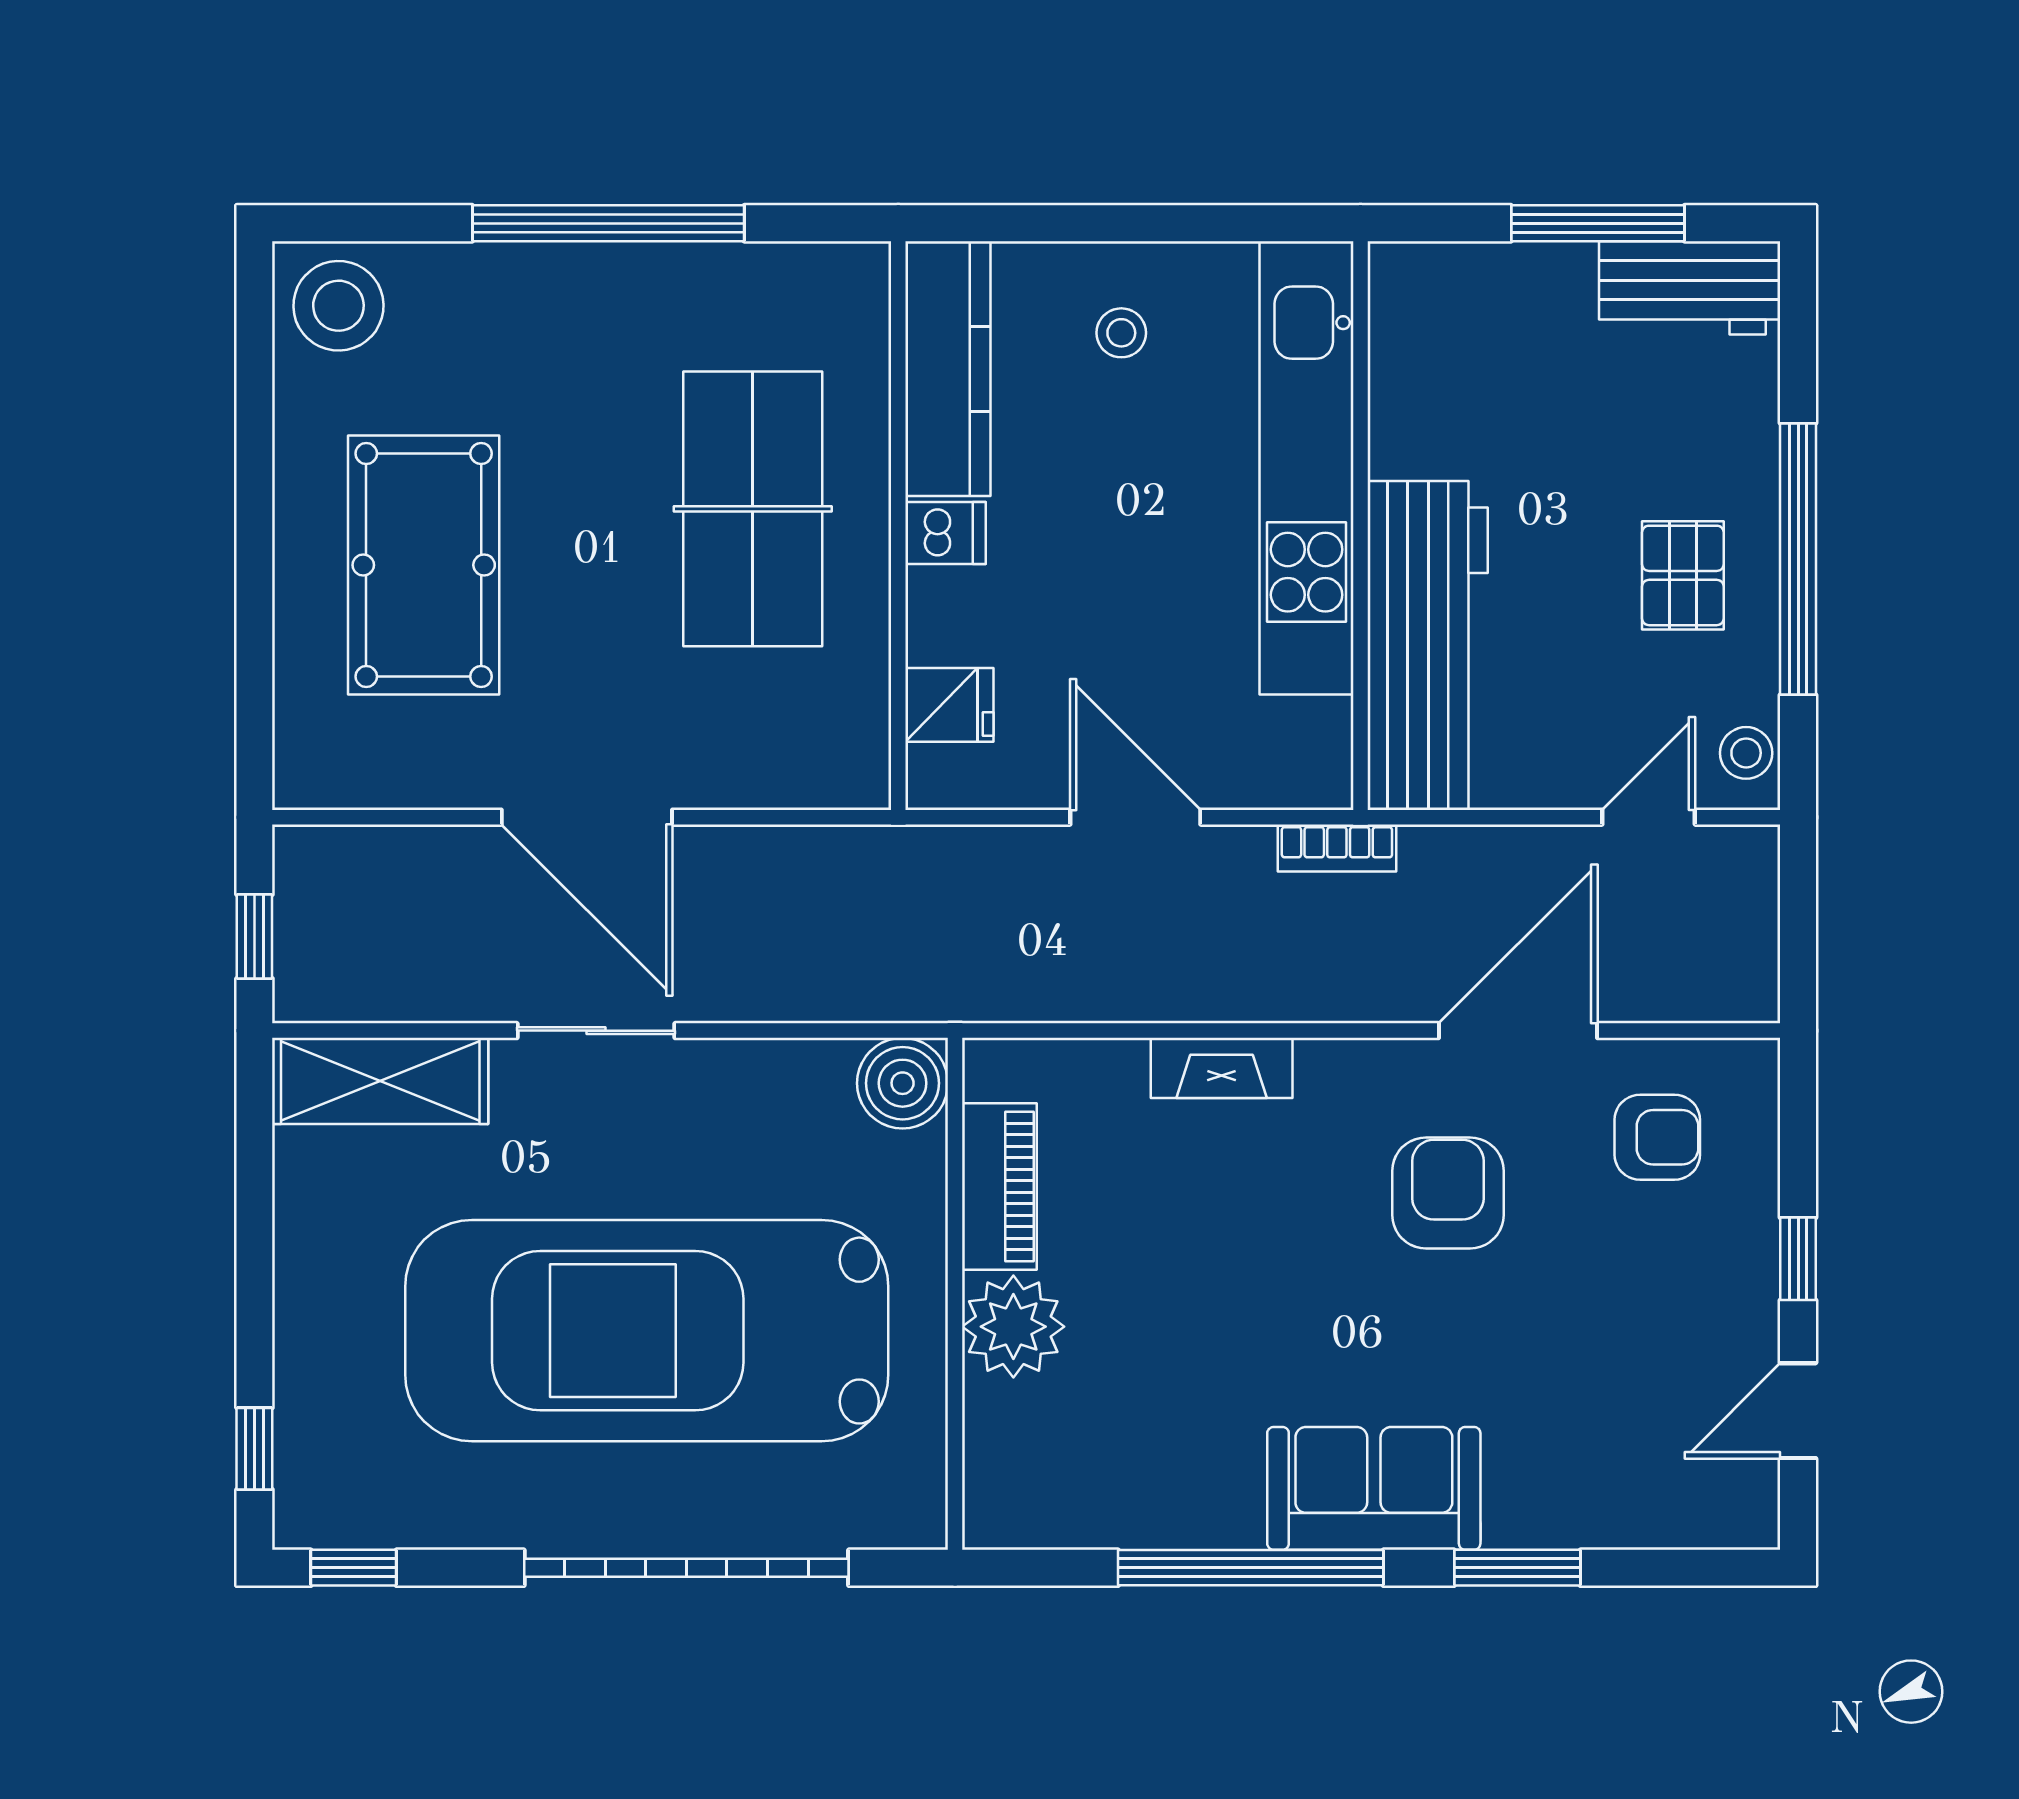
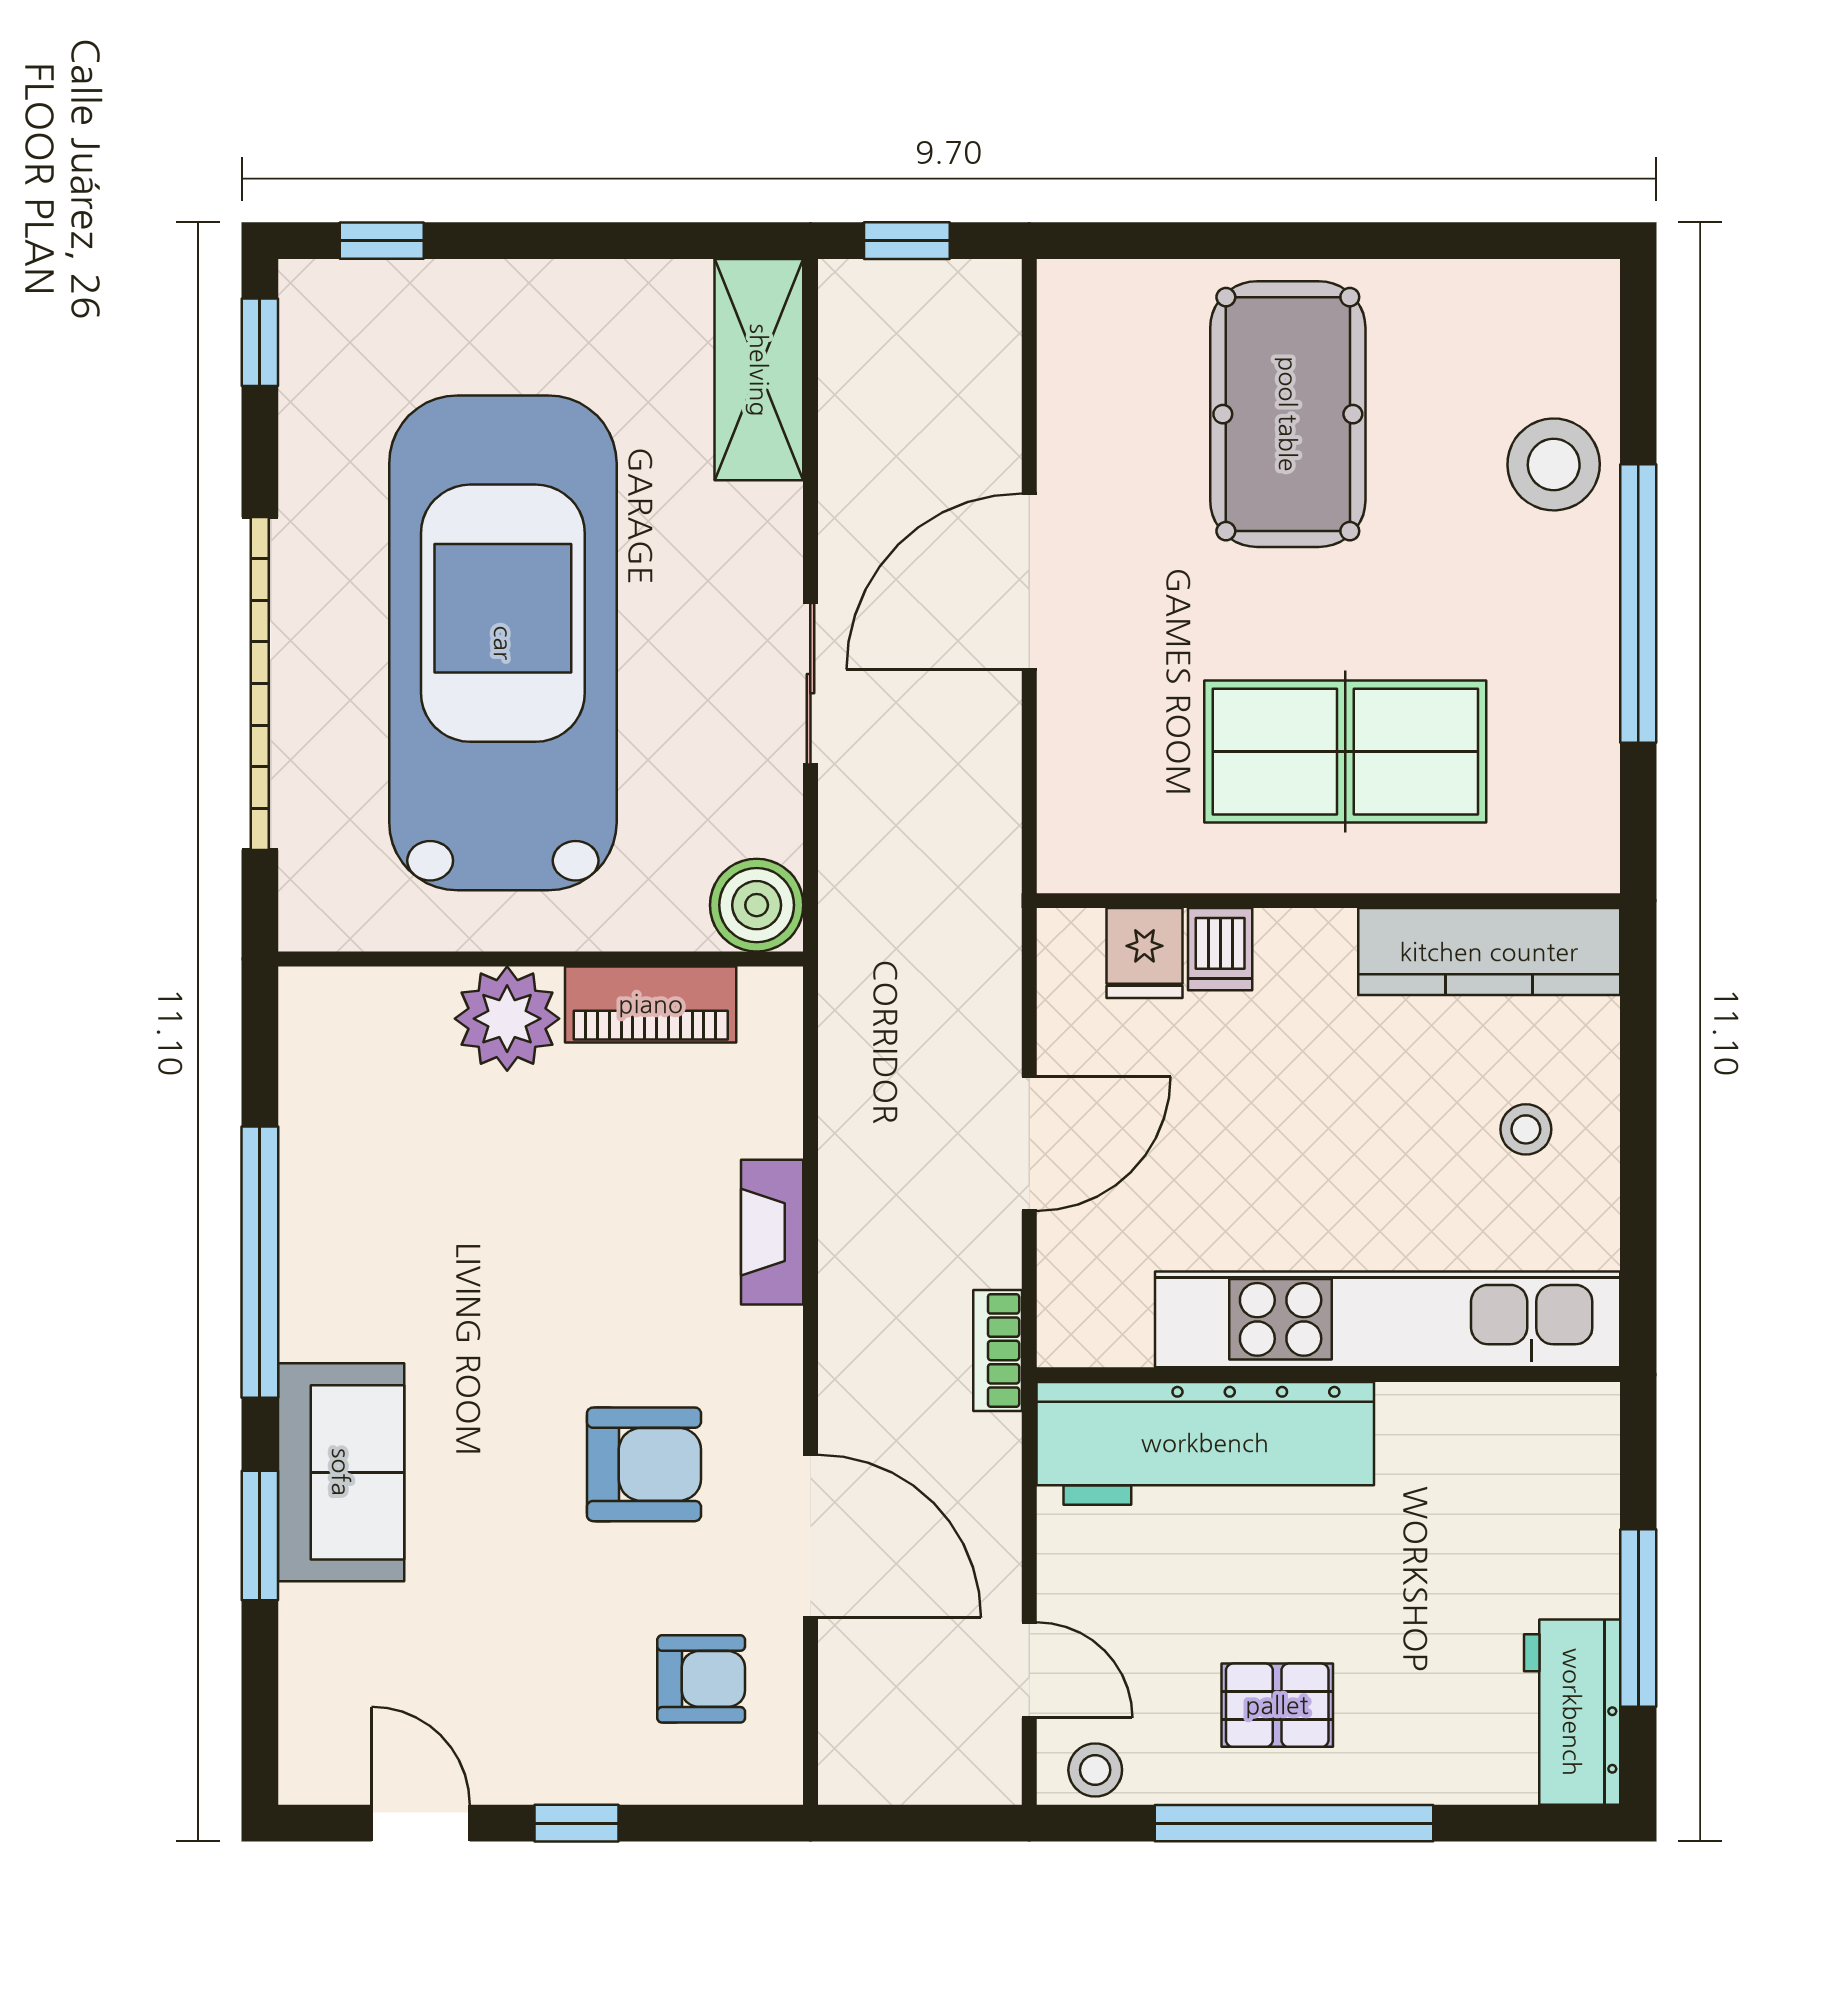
stool: (338, 306) -> (1554, 464), moved
dishwasher: (945, 533) -> (1220, 949), moved
pool table: (424, 565) -> (1288, 414), turned 90
sliding door: (596, 1031) -> (810, 684), moved
armchair: (1657, 1137) -> (701, 1679), turned -90
sofa: (1374, 1488) -> (341, 1472), moved

